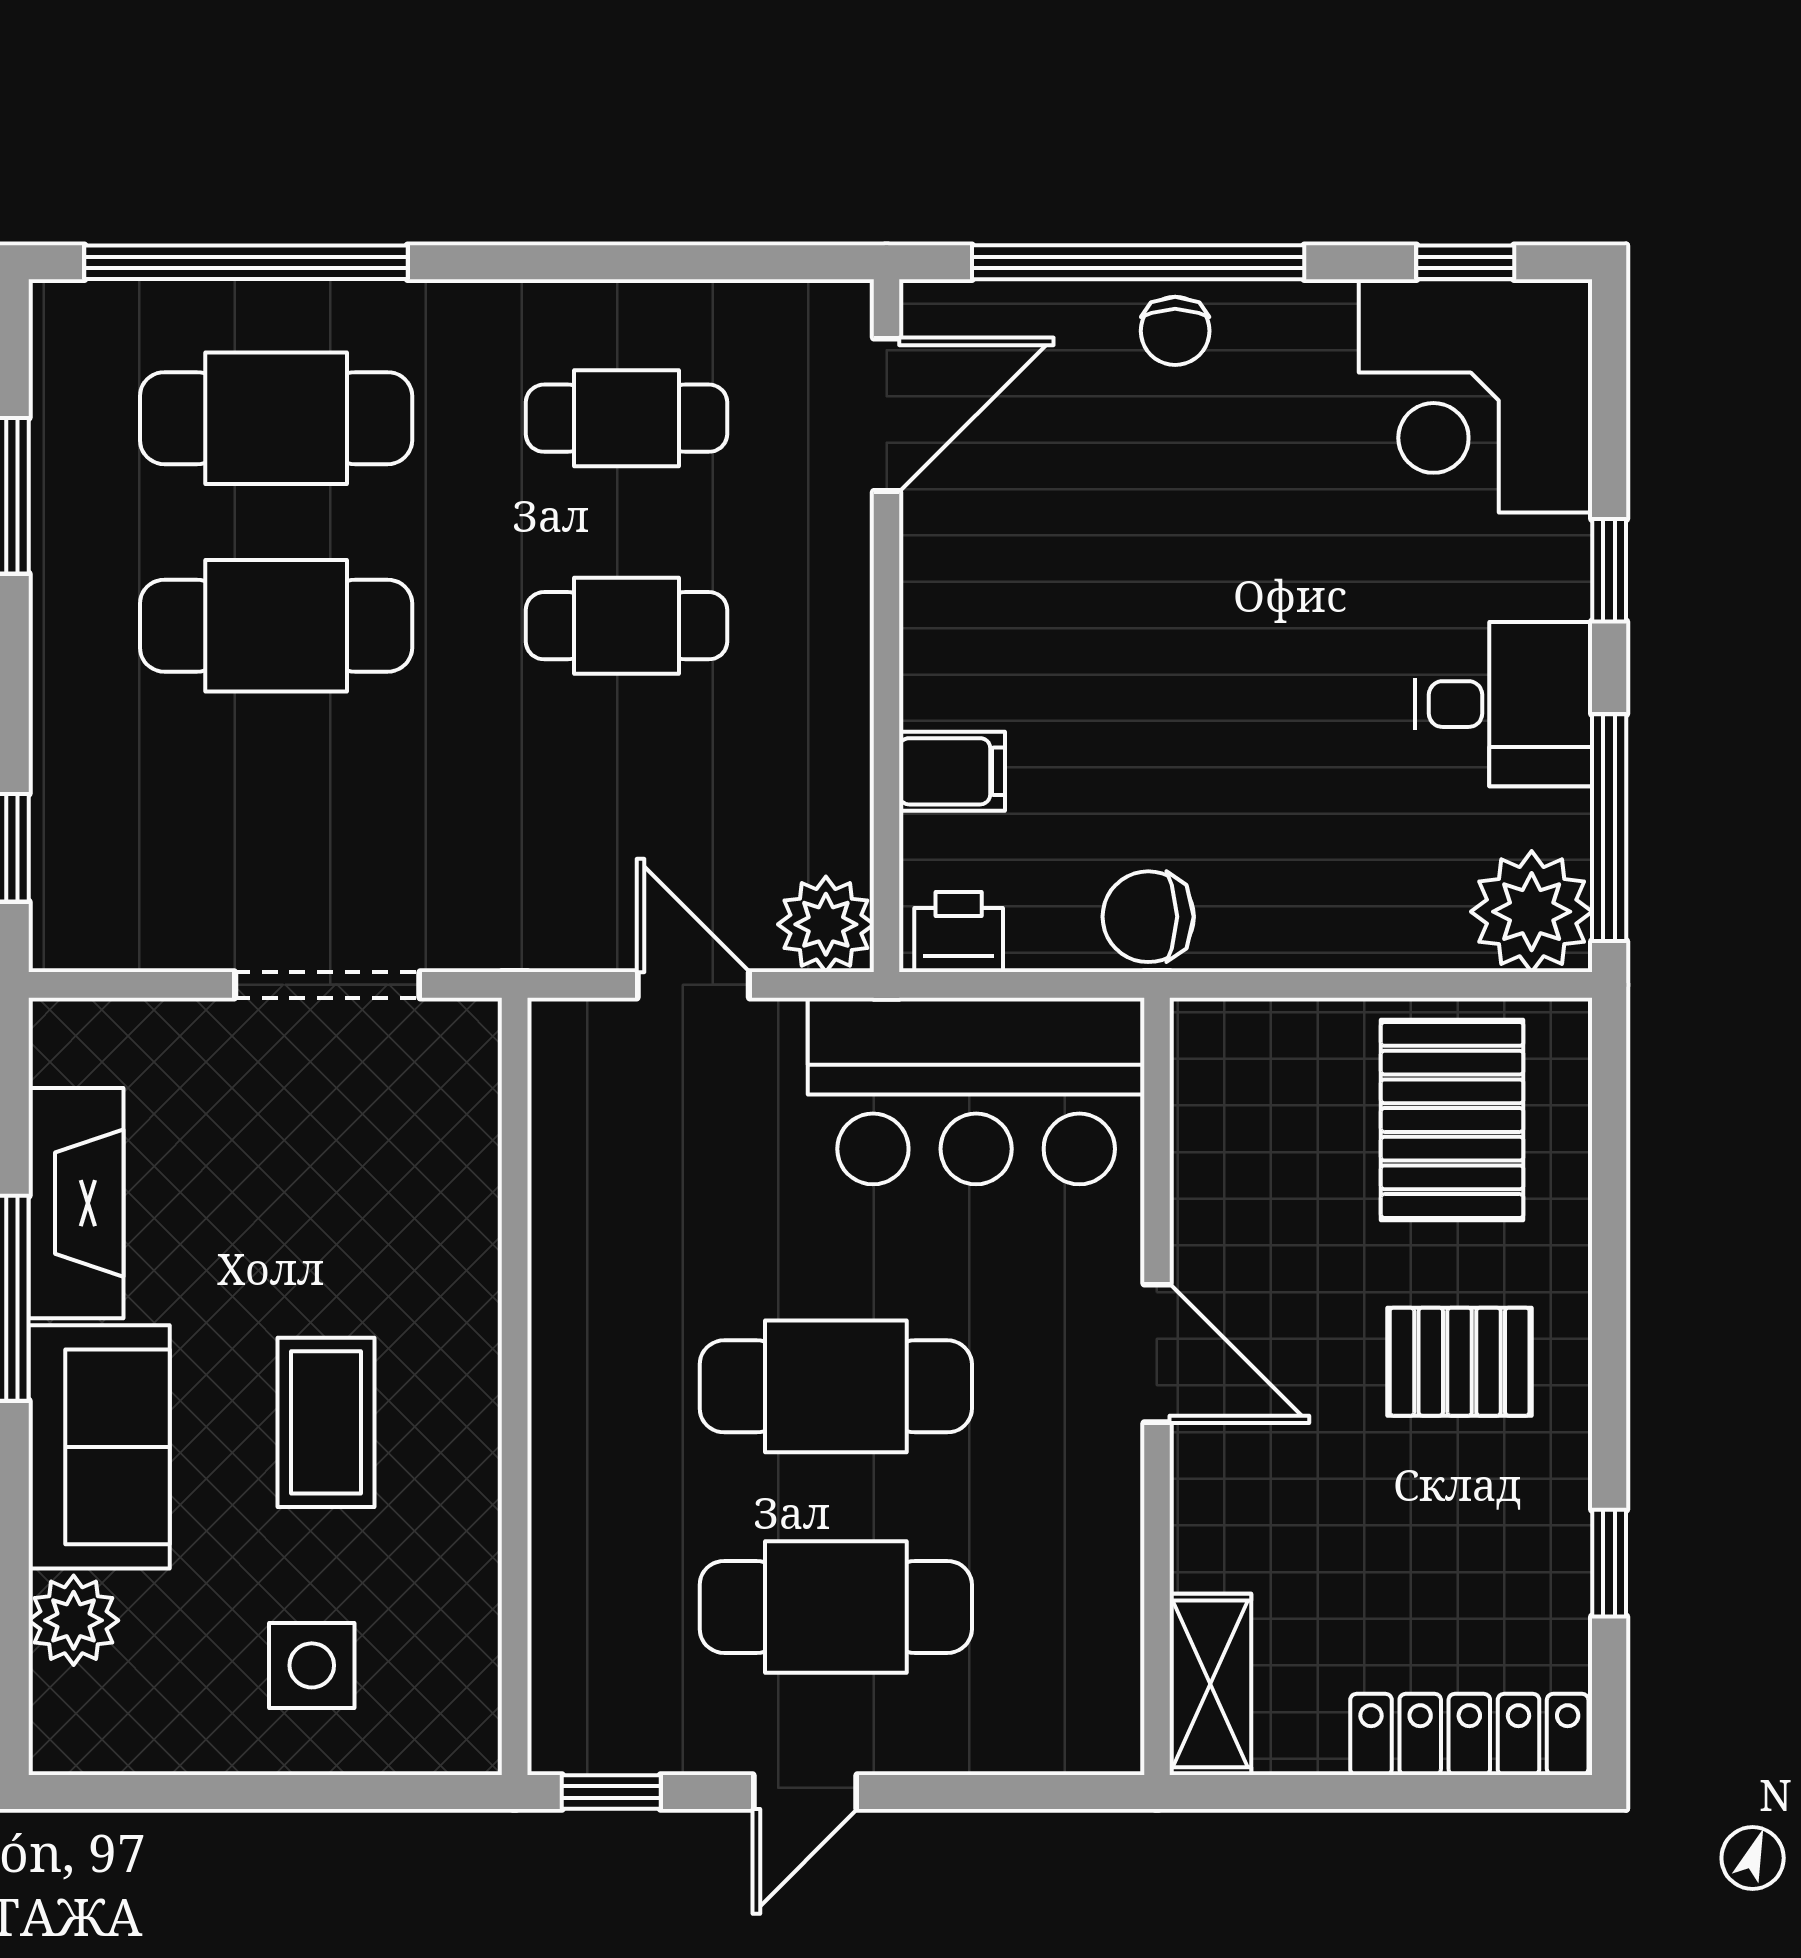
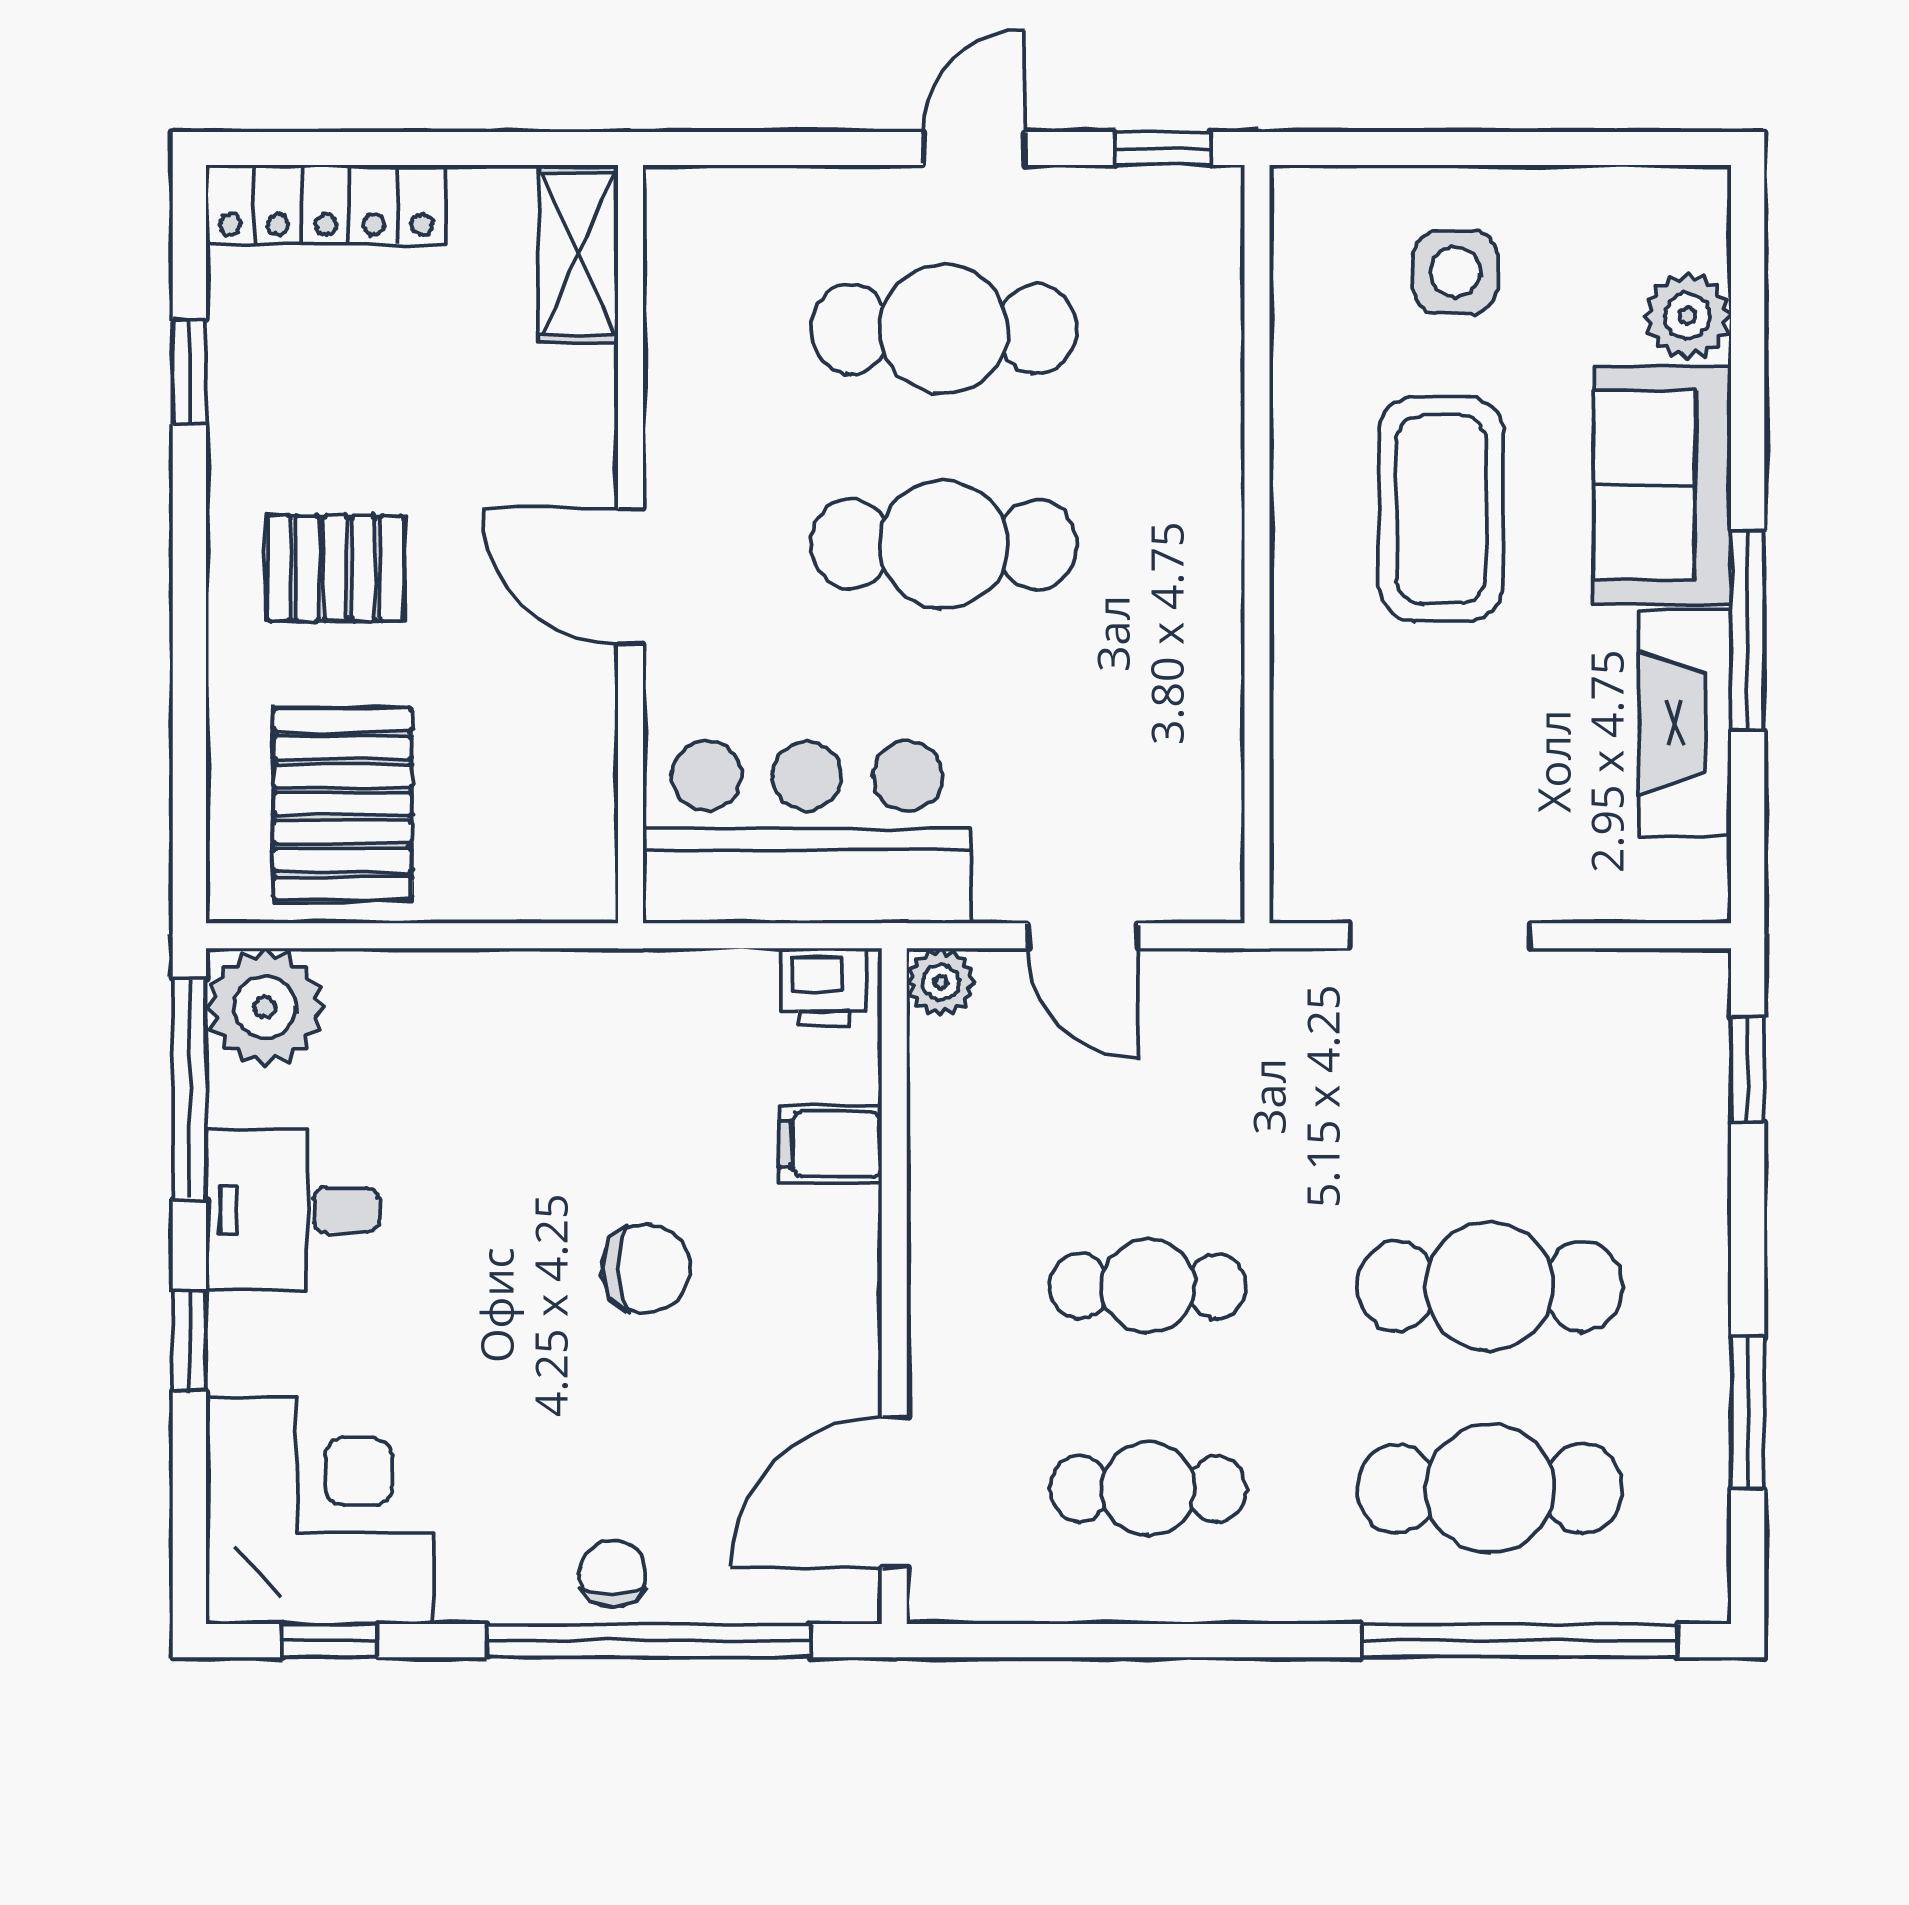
chair: (1148, 917) -> (646, 1268), moved
plant: (826, 924) -> (941, 982), width x0.73, depth x0.73
coffee table: (326, 1422) -> (1441, 509), width x1.36, depth x1.32

